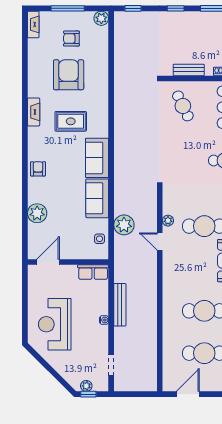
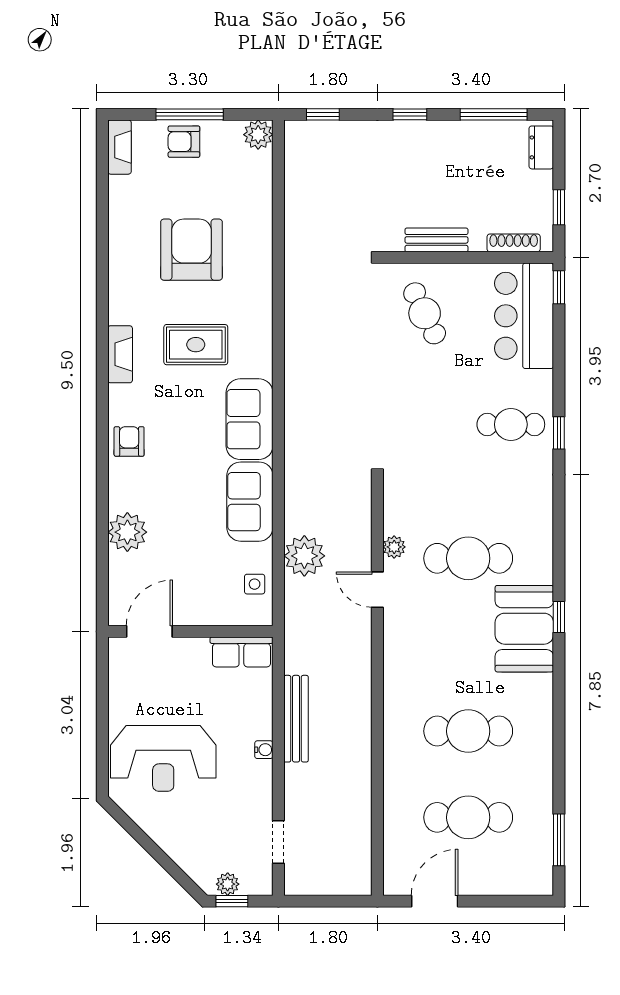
armchair: (71, 39) -> (184, 142), moved
fireplace: (34, 112) -> (120, 354), moved
reception desk: (55, 324) -> (163, 758), turned -90

